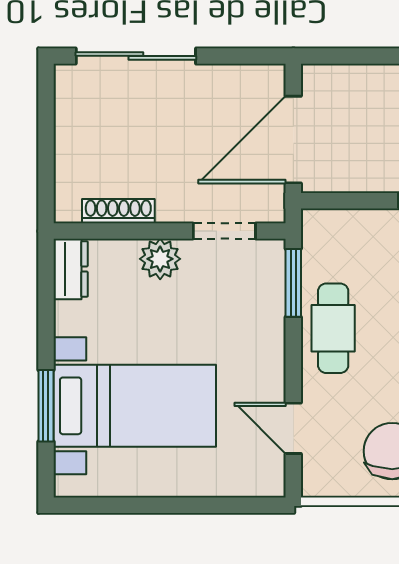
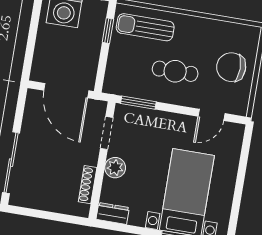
cafe table: (333, 328) -> (175, 71), moved

